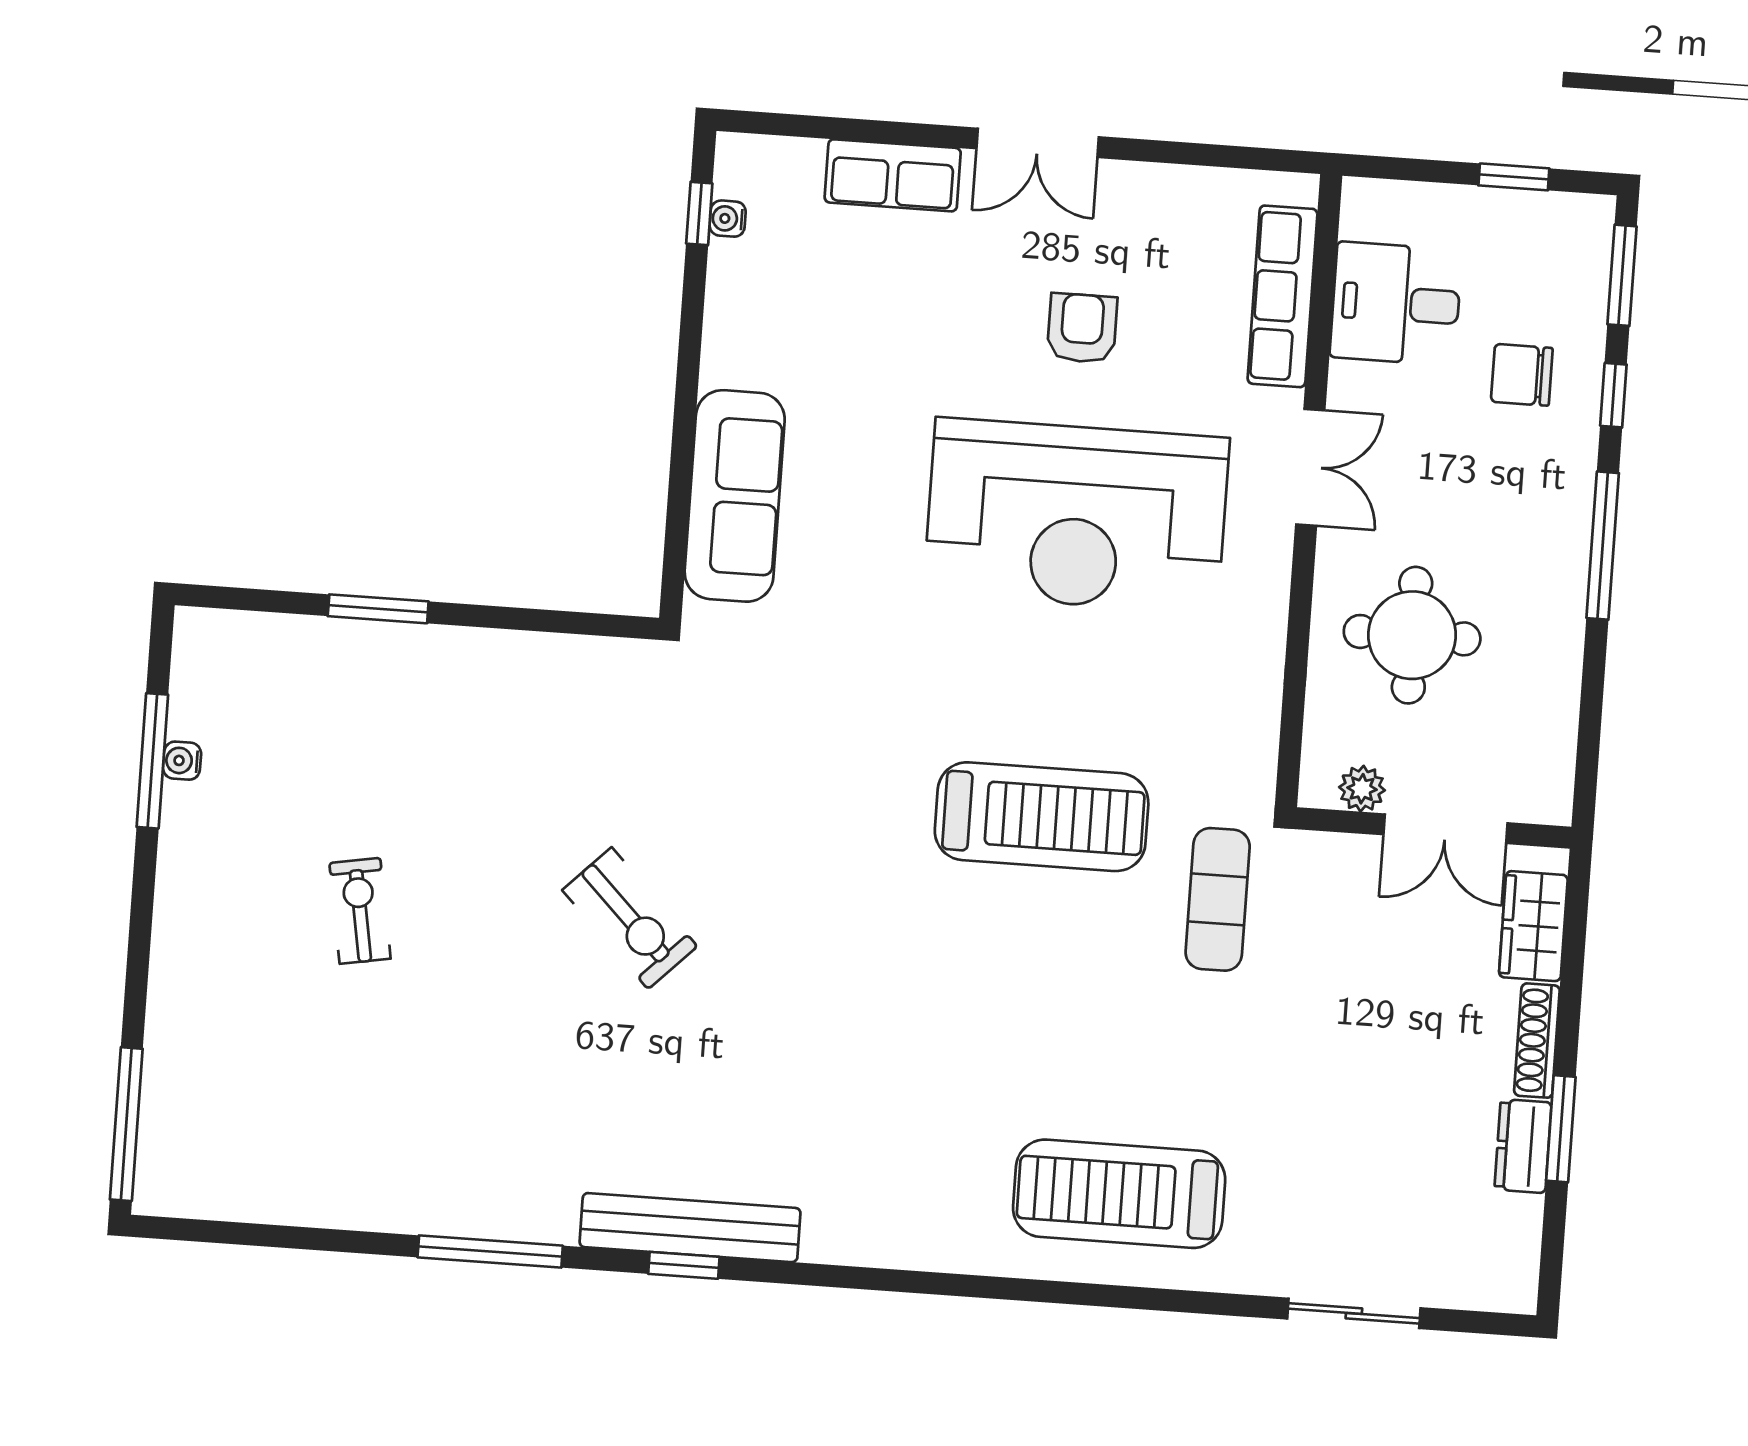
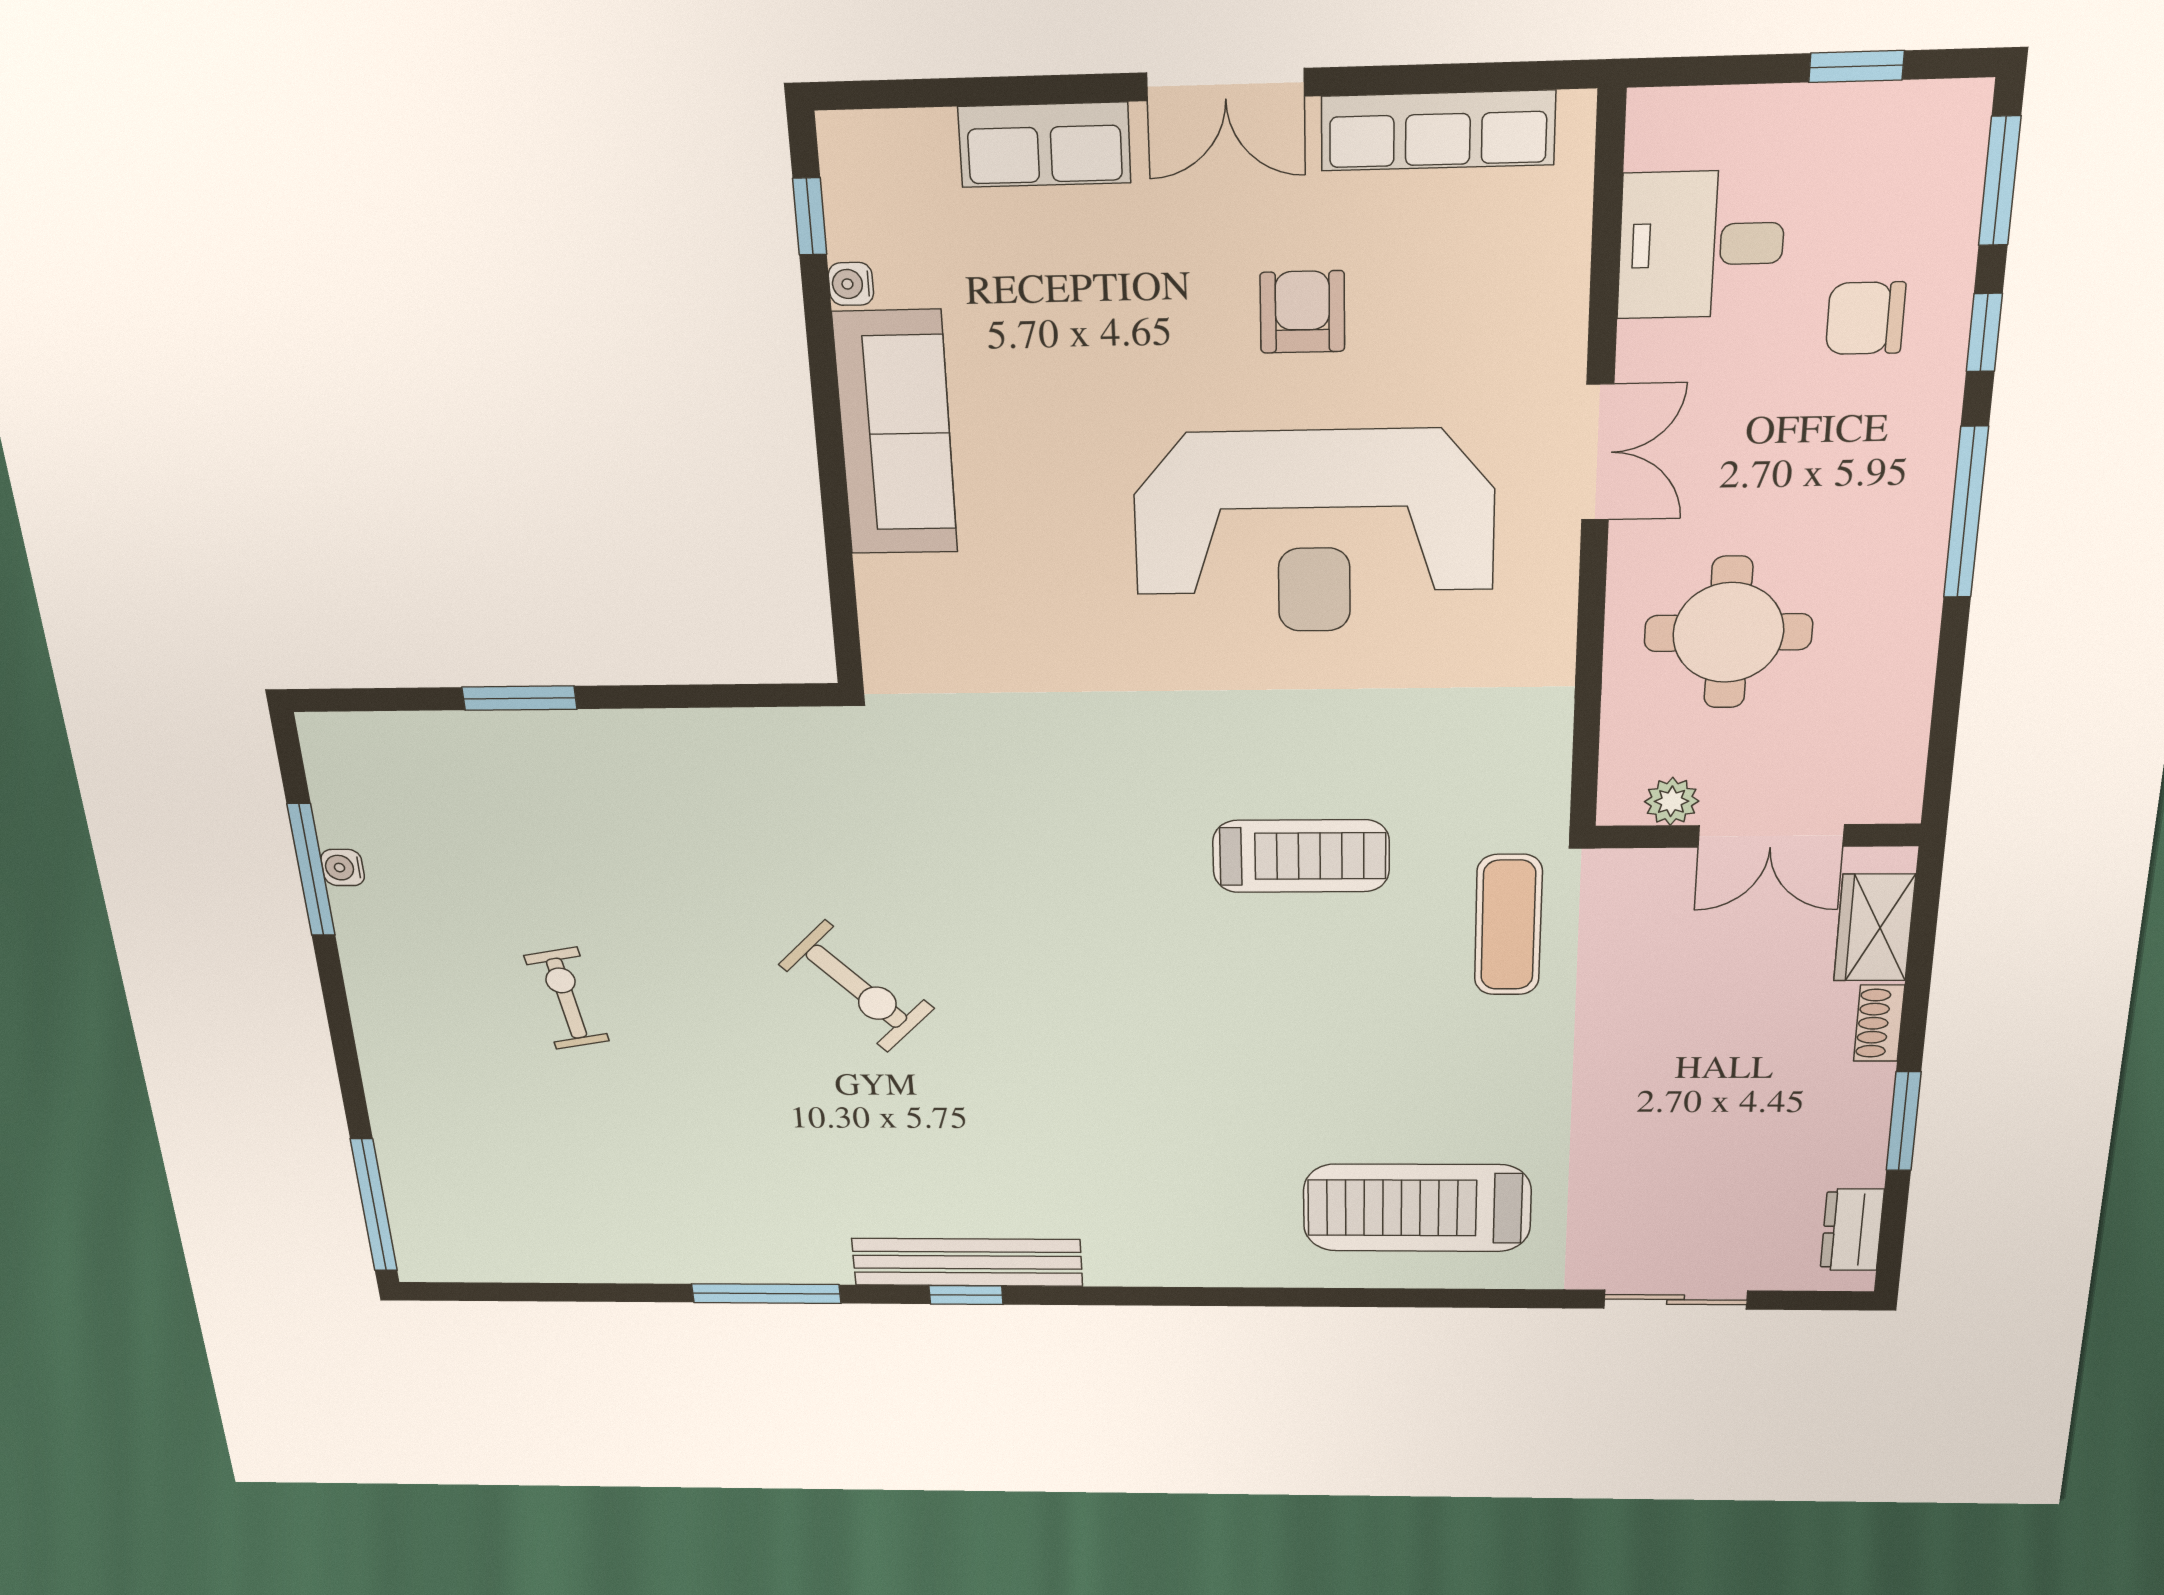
water cooler: (728, 219) -> (851, 284), moved
row of seats: (1282, 296) -> (1438, 131), moved, turned -90
sofa: (735, 496) -> (896, 434), moved
treadmill: (1042, 817) -> (1301, 856), width x0.73, depth x0.73
shoe rack: (1537, 1041) -> (1879, 1023), width x0.70
dresser: (1523, 1146) -> (1852, 1230), moved

